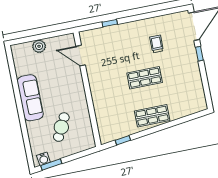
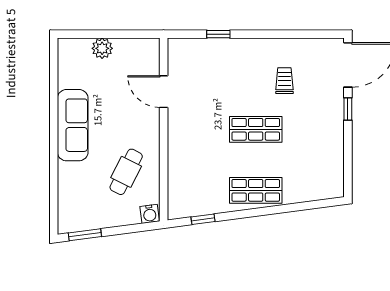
door: (81, 56) -> (164, 92), moved
cafe table: (61, 127) -> (126, 172), moved
water cooler: (43, 159) -> (150, 214), moved

